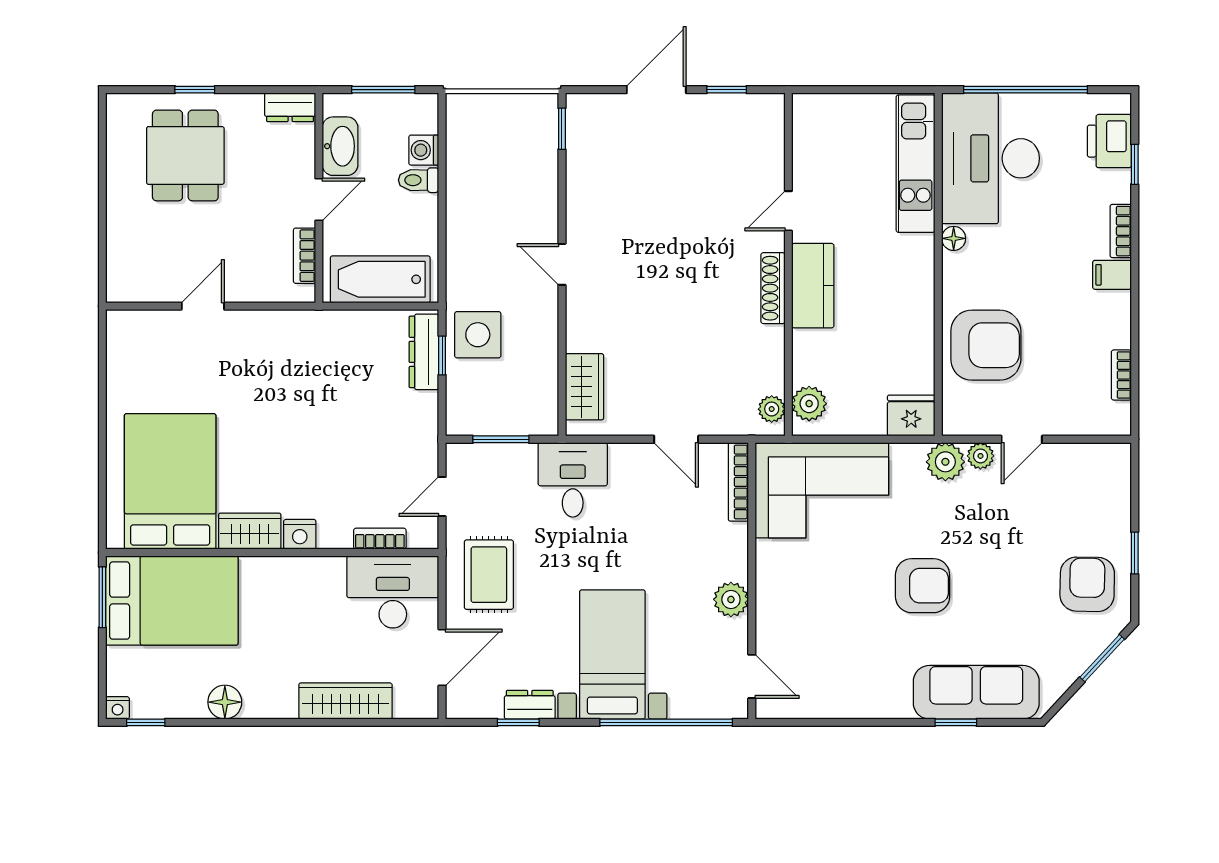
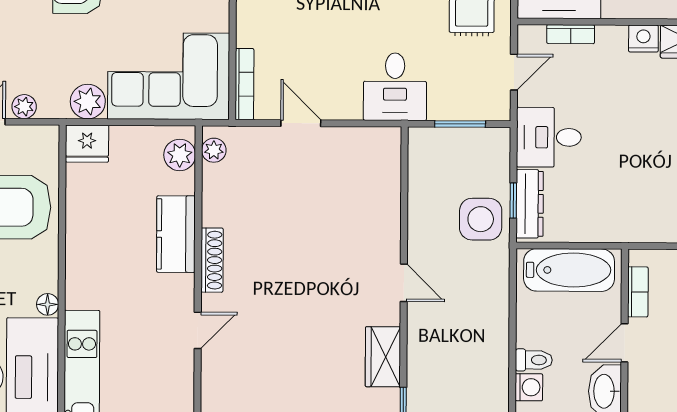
kitchen counter: (813, 286) -> (176, 234), moved
wardrobe: (584, 387) -> (383, 357), moved
desk: (403, 425) -> (549, 137), added
plant: (945, 462) -> (88, 102), moved

